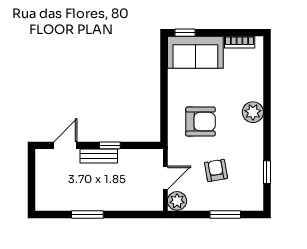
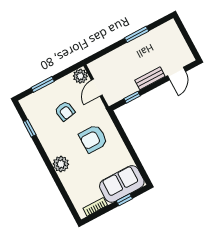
window: (185, 33) -> (124, 200), moved
window: (110, 145) -> (132, 97), moved

